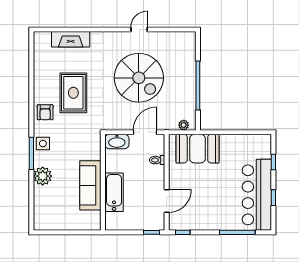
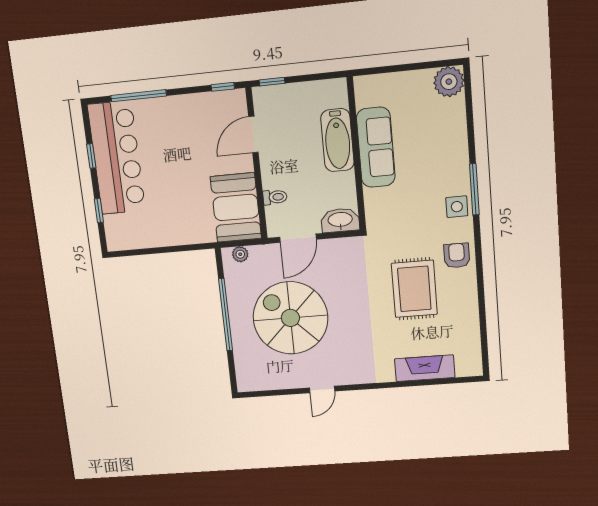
spiral stairs: (139, 78) -> (290, 318), moved
booth: (197, 149) -> (236, 208), moved, turned 90
plant: (43, 176) -> (449, 82), moved

